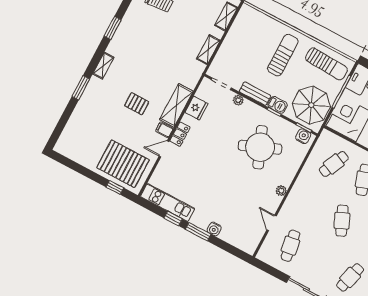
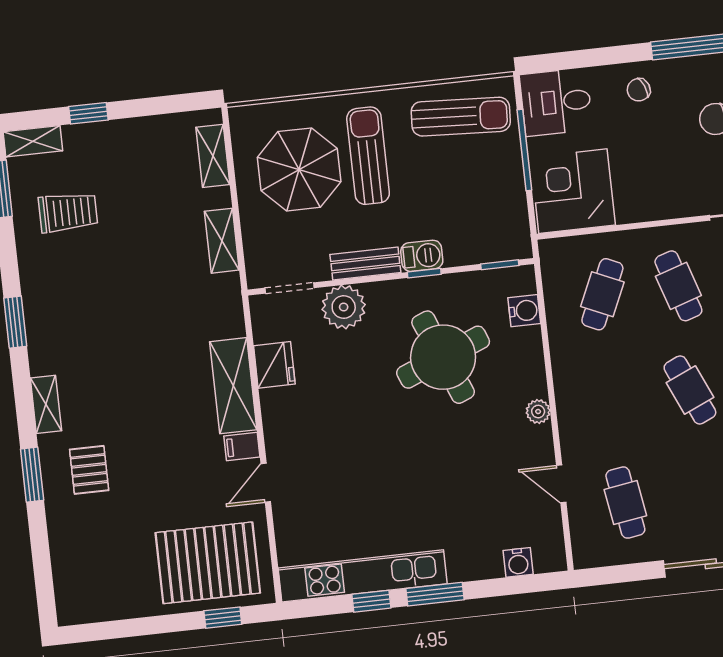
plant: (238, 100) -> (344, 307), width x1.87, depth x1.87
pallet: (137, 104) -> (89, 470), moved, turned 90
parasol: (311, 105) -> (299, 169), moved
locker: (180, 134) -> (277, 435), removed
water cooler: (303, 136) -> (524, 311), moved, turned 90
kitchen unit: (168, 202) -> (363, 576), width x1.36
water cooler: (214, 229) -> (518, 562), moved

